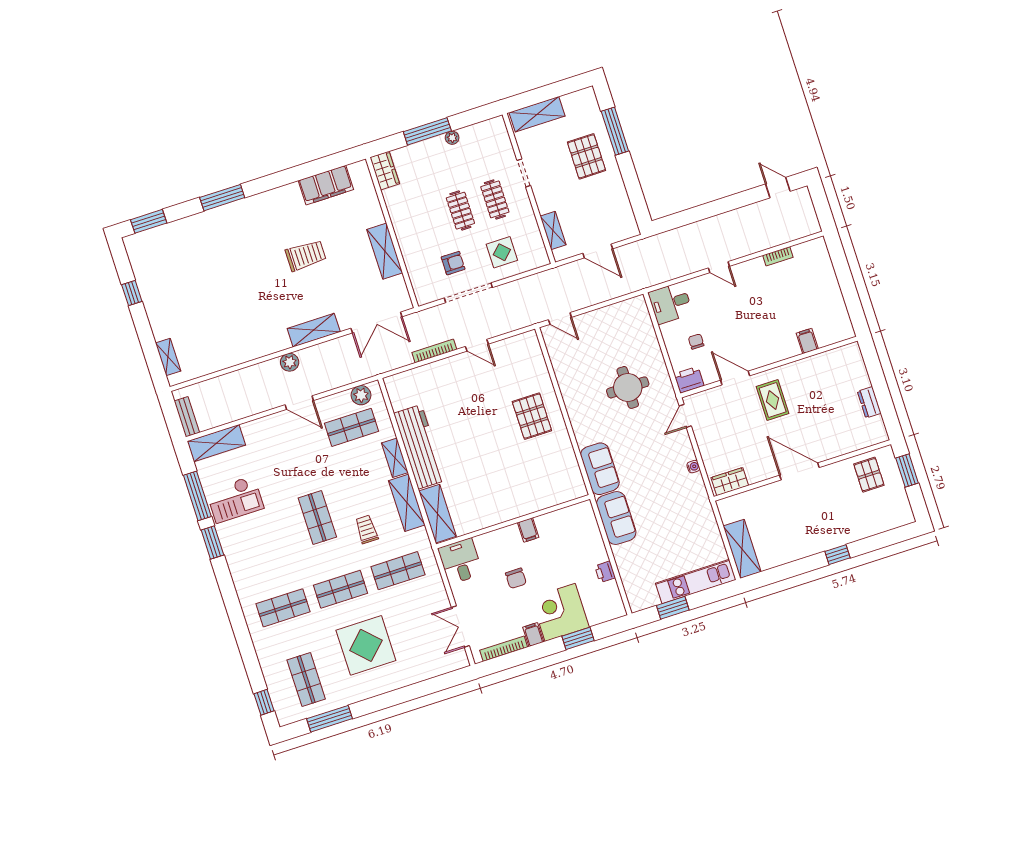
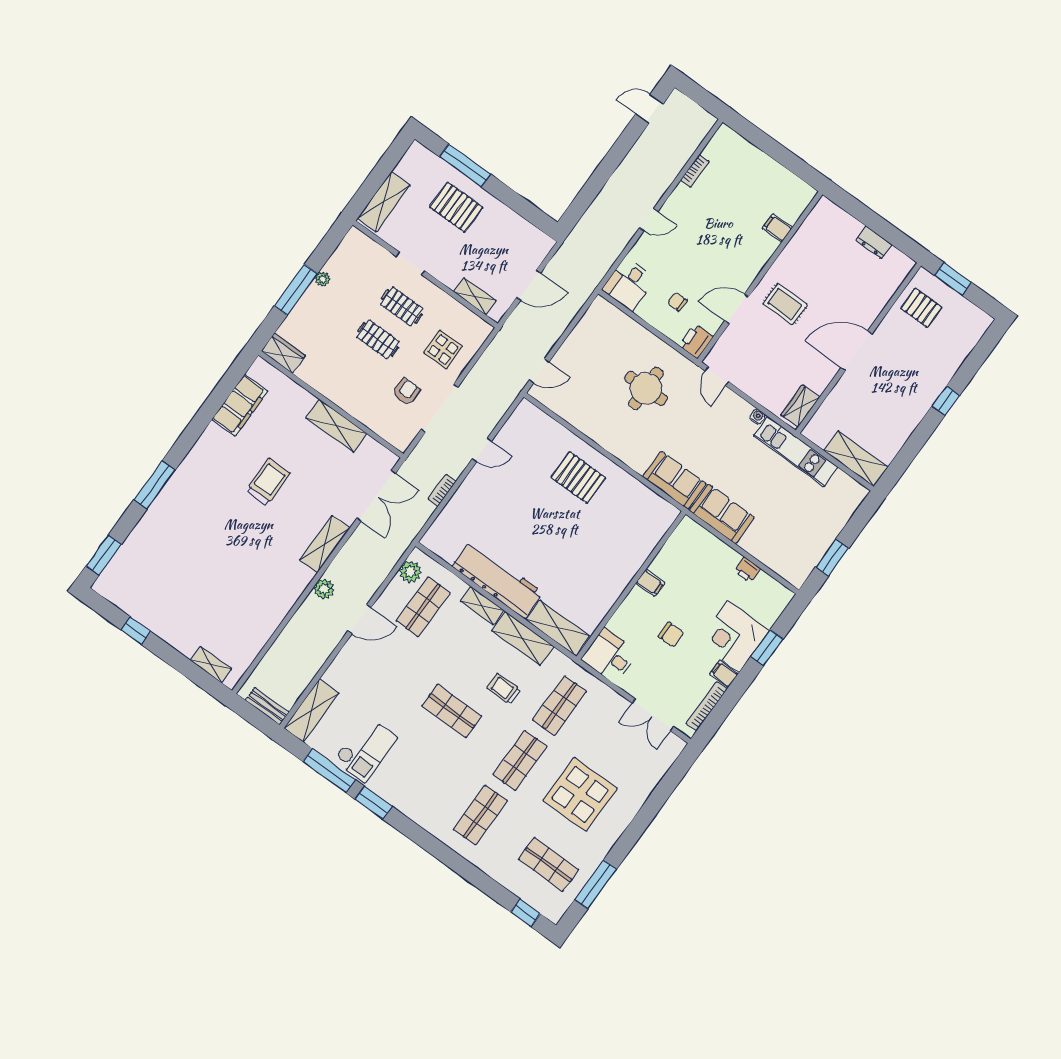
bookcase: (434, 351) -> (442, 490), width x0.64
kitchen unit: (696, 582) -> (796, 451), moved, turned -90

